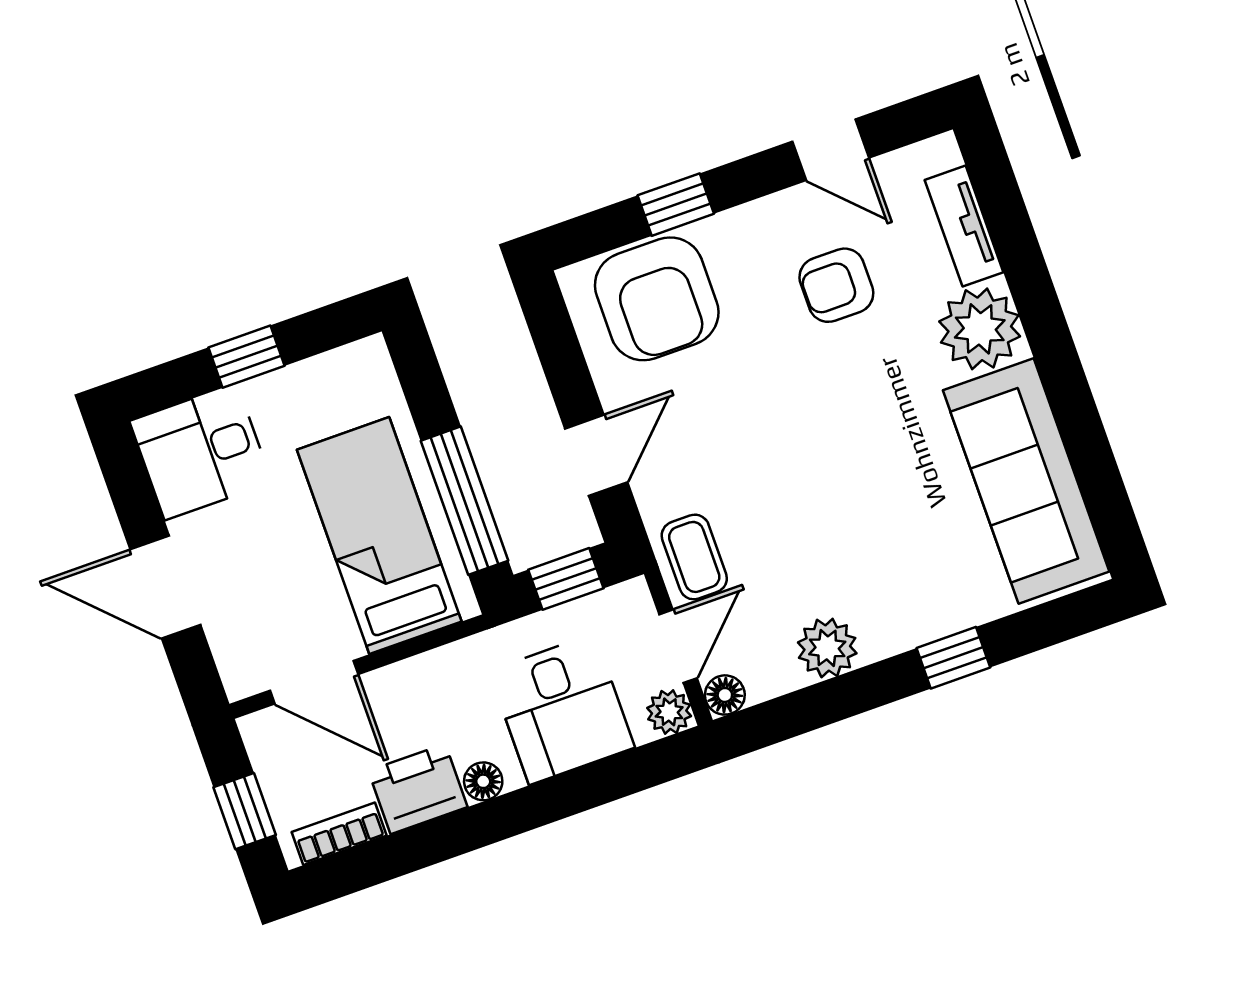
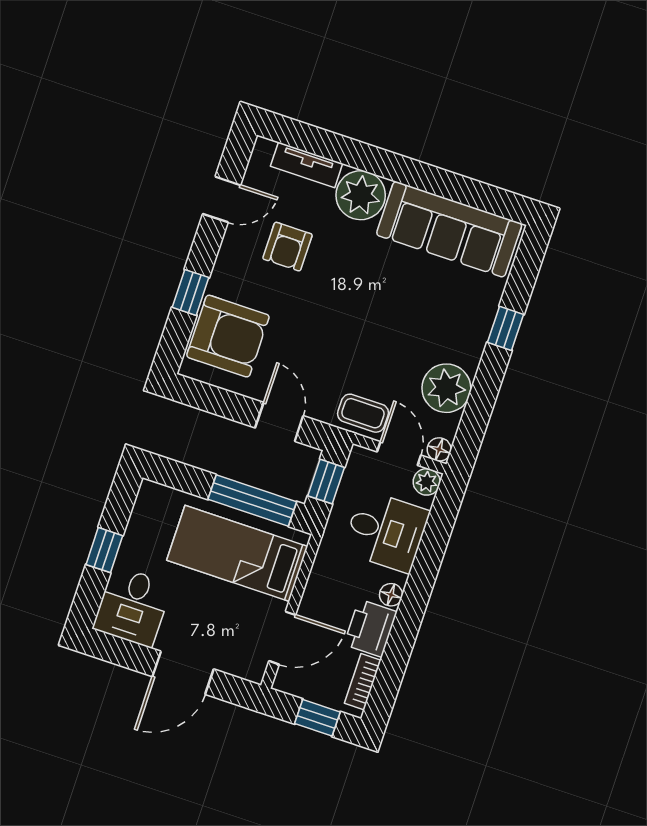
plant: (827, 648) -> (446, 388), width x1.36, depth x1.36

